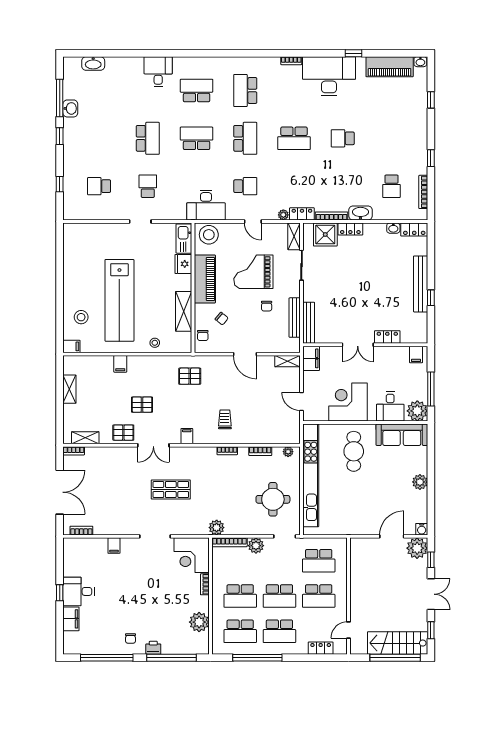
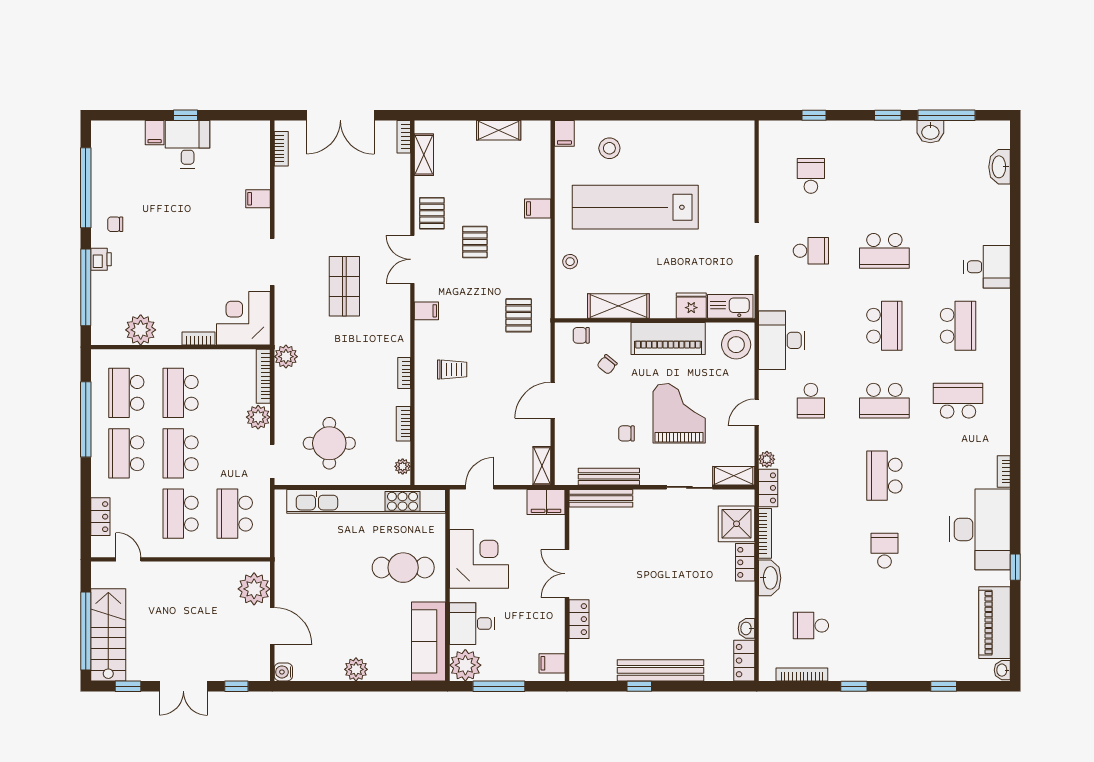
plant: (417, 548) -> (254, 589), moved
filing cabinet: (71, 619) -> (155, 133), width x0.50

